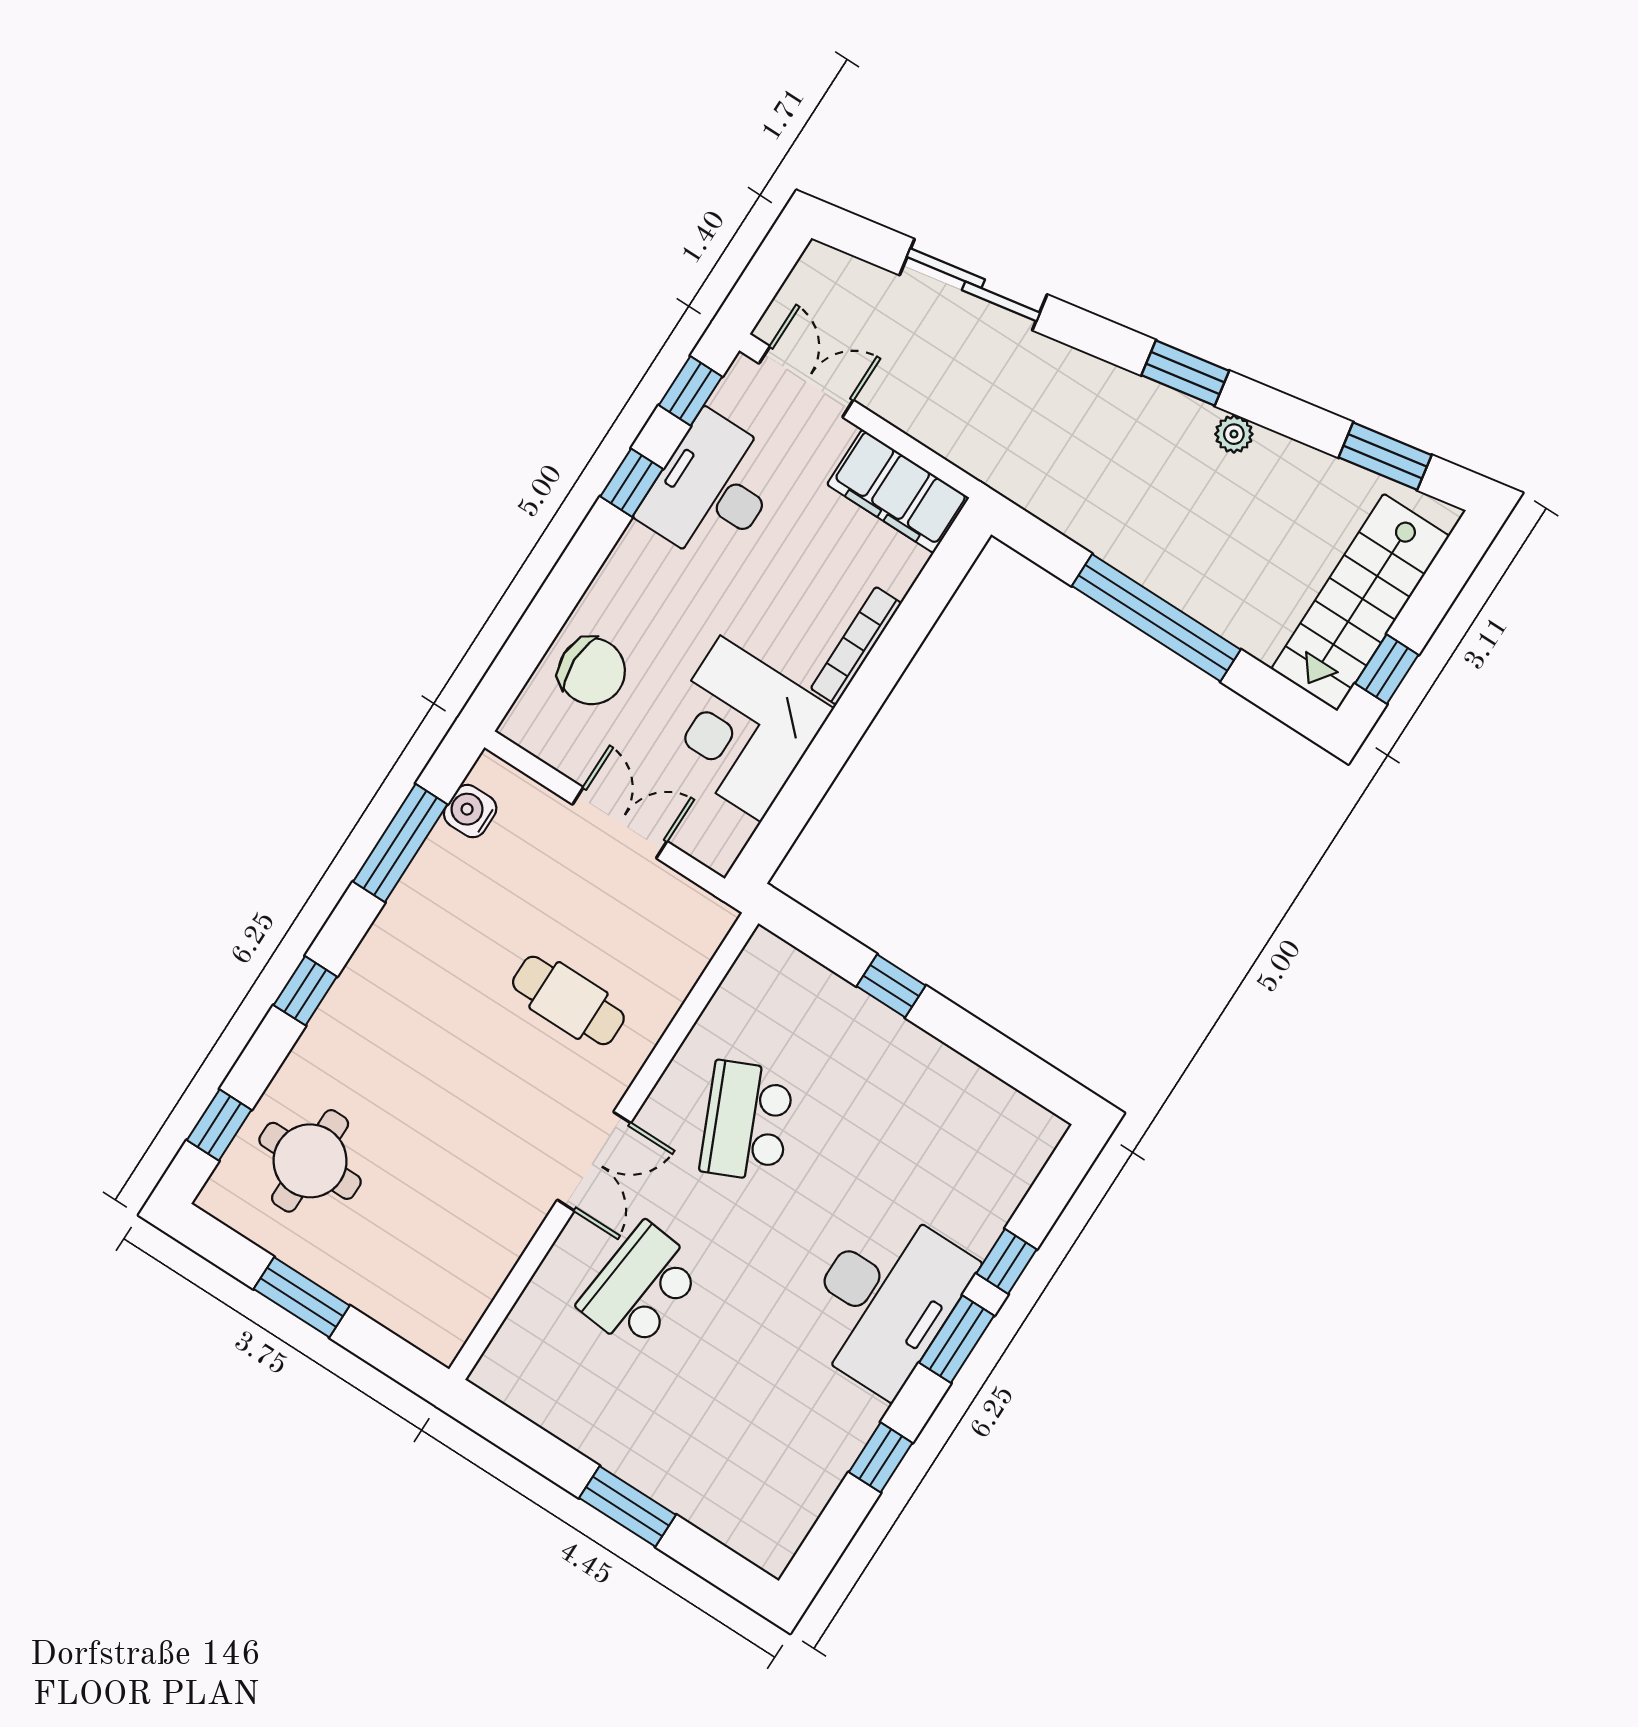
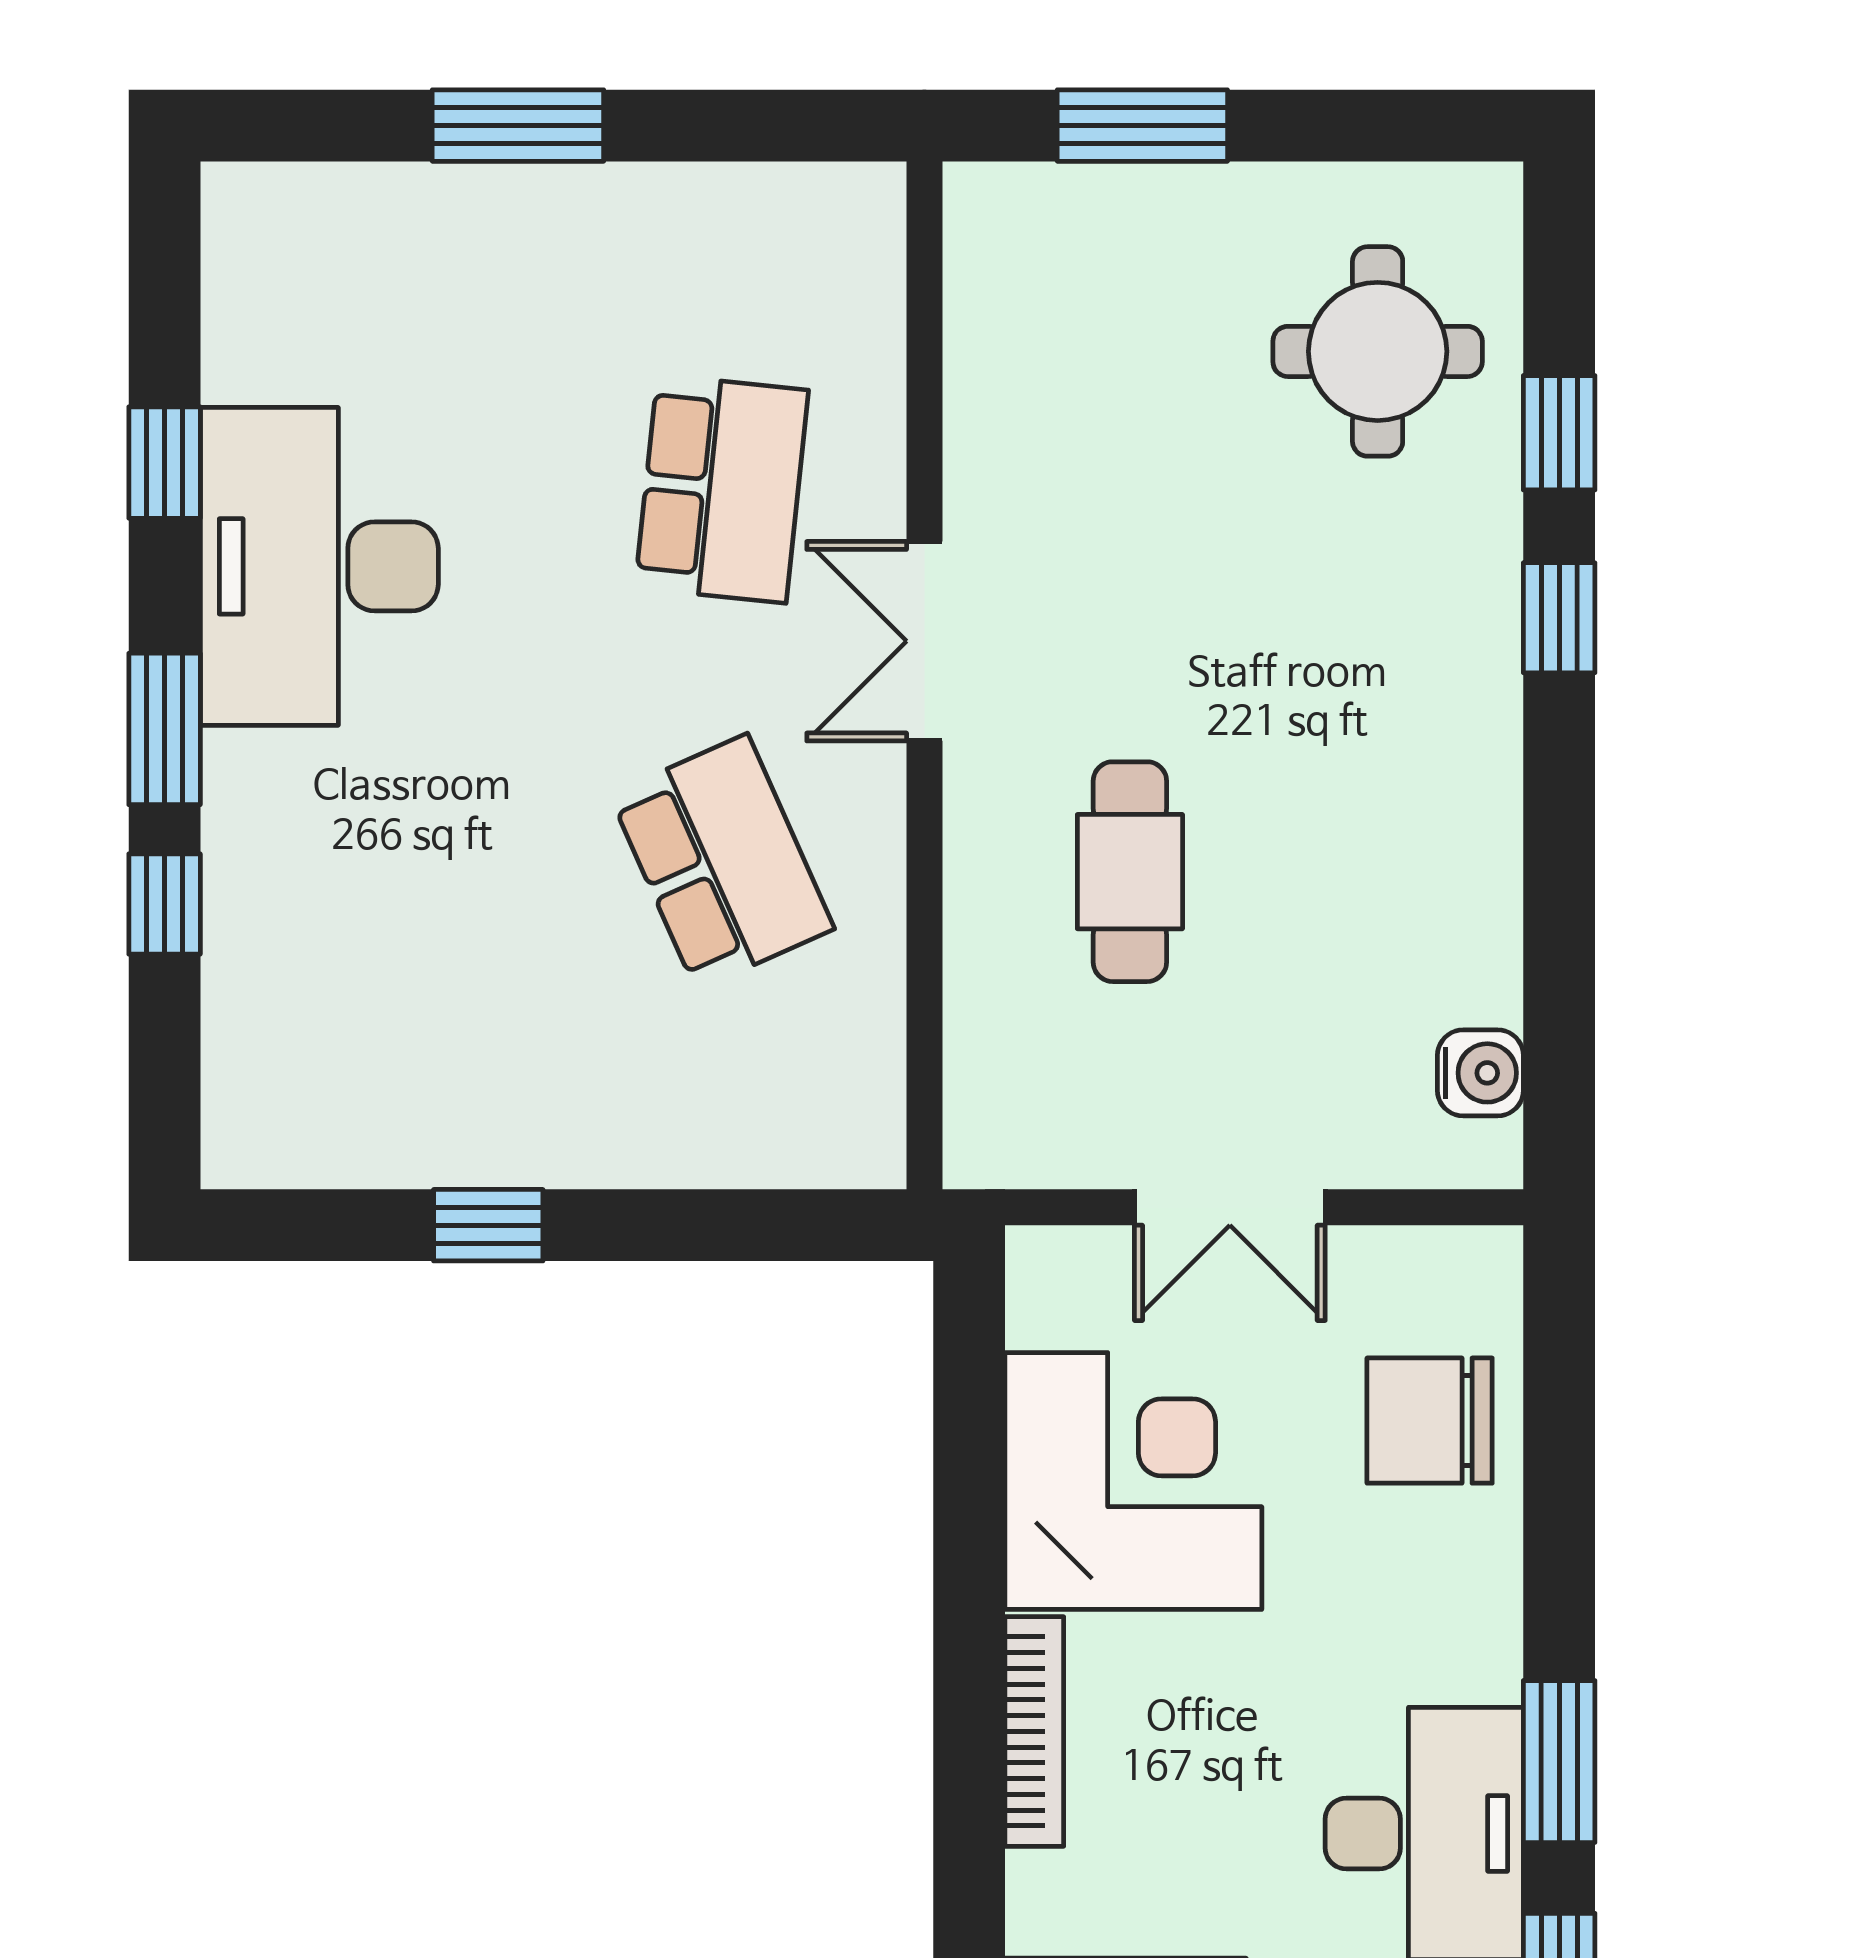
window: (632, 483) -> (1559, 1762), width x1.50
window: (400, 843) -> (1559, 951), removed
window: (891, 986) -> (488, 1225), moved
cafe table: (568, 1000) -> (1130, 872), turned 90
window: (219, 1125) -> (1559, 433), moved
window: (302, 1297) -> (1142, 126), moved
desk: (885, 1300) -> (319, 566), moved

